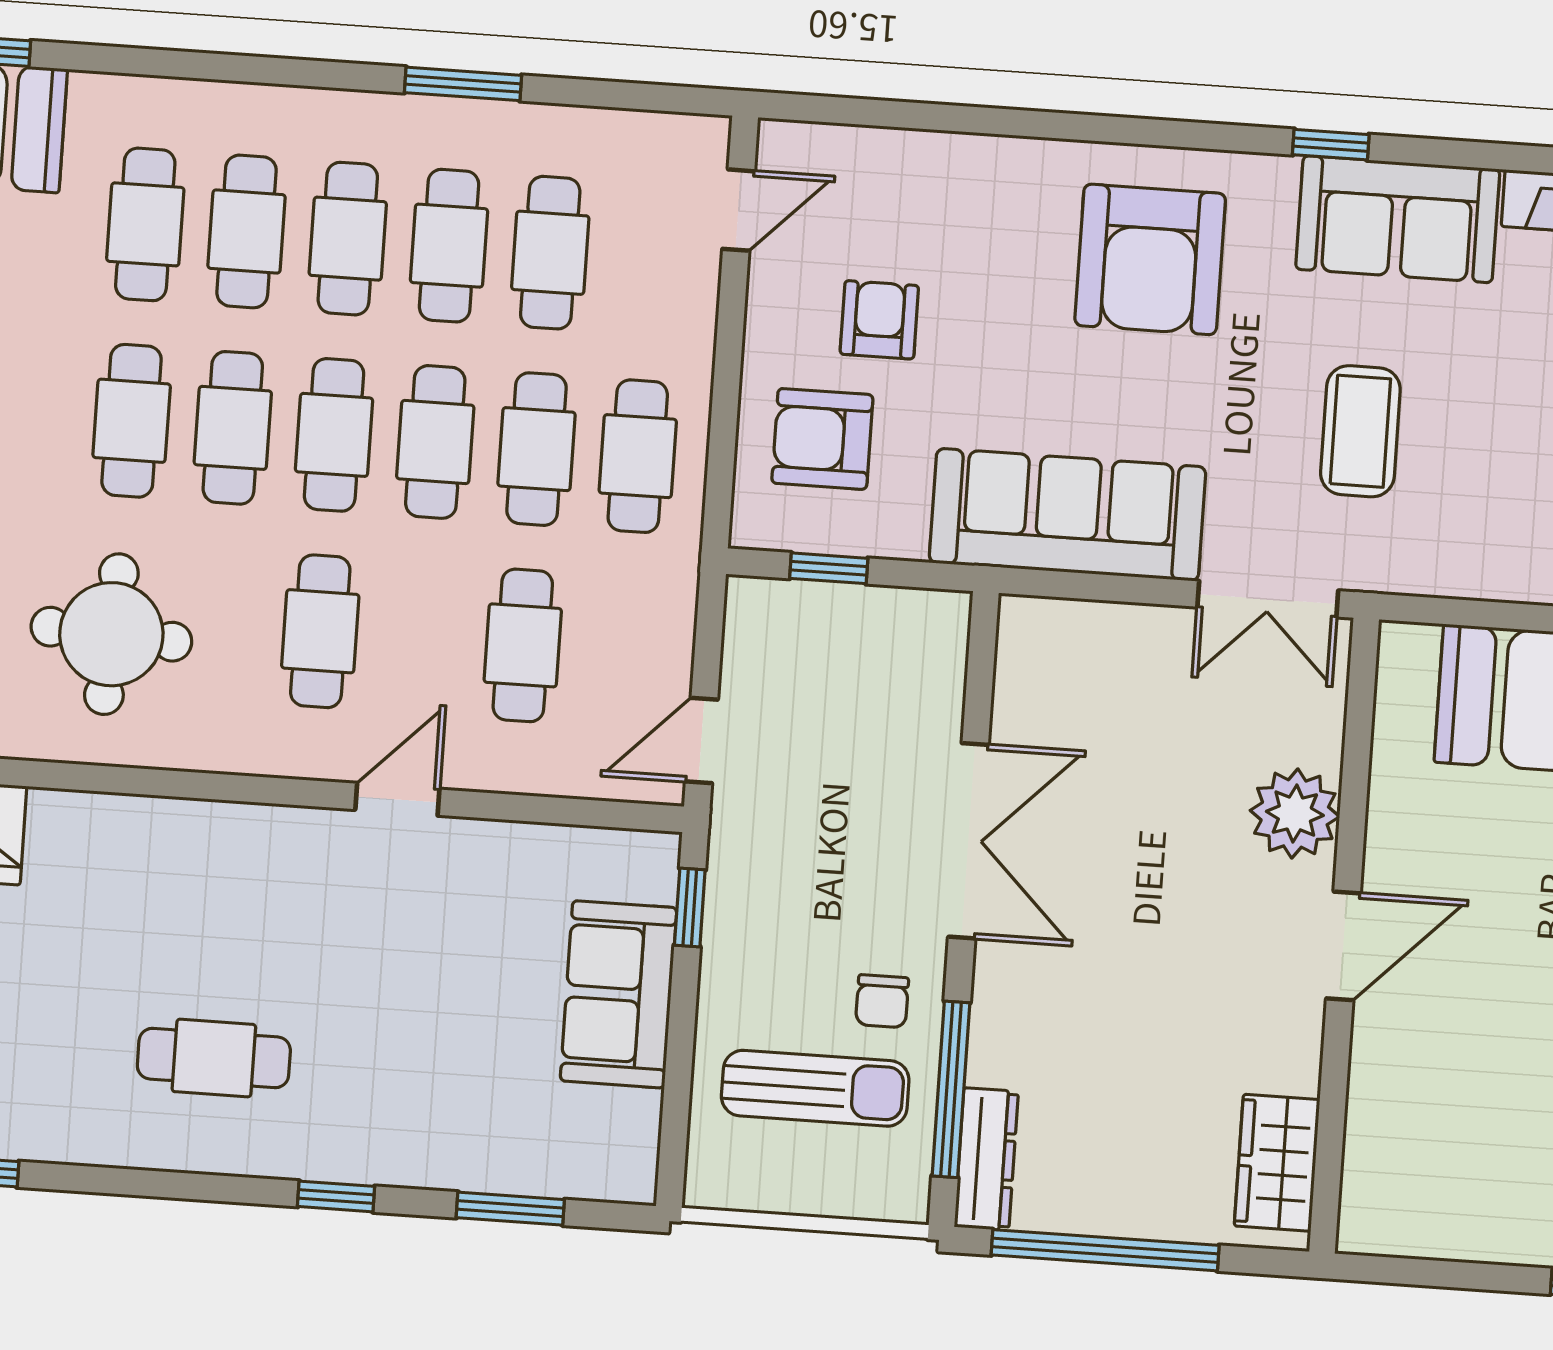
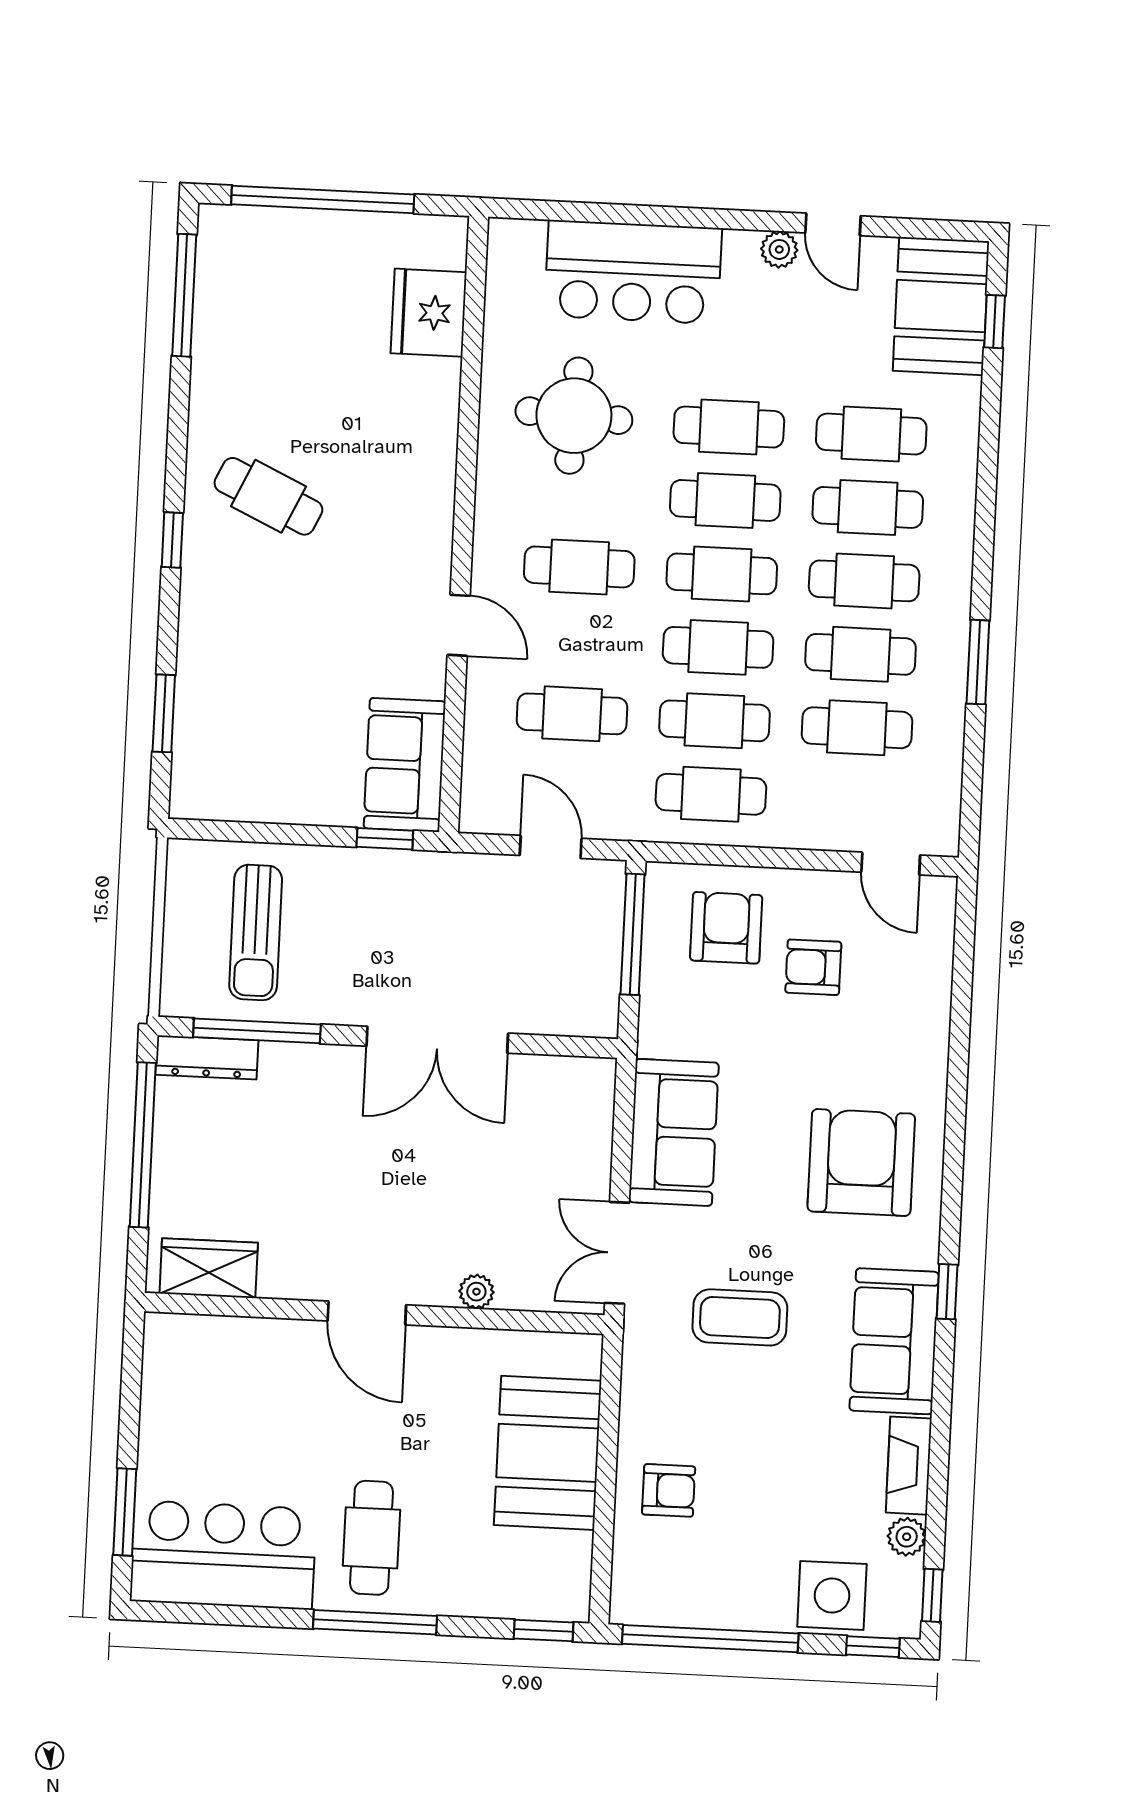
armchair: (1150, 259) -> (861, 1163), turned 90
armchair: (879, 320) -> (813, 967), turned 180
sofa: (1067, 515) -> (674, 1132), width x0.73
window: (829, 568) -> (633, 934), width x2.17
door: (701, 740) -> (551, 847), moved
plant: (1295, 813) -> (476, 1292), width x0.53, depth x0.53
sofa: (619, 994) -> (405, 765), moved, turned -90
chair: (882, 1001) -> (320, 980), removed
cafe table: (214, 1058) -> (268, 496), turned -65
window: (336, 1196) -> (172, 540), moved

